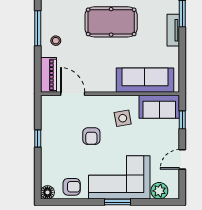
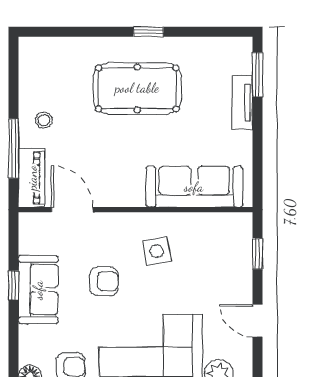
window: (38, 28) -> (14, 148), moved
sofa: (159, 107) -> (38, 290), moved, turned -90
armchair: (91, 136) -> (104, 281), turned -90
door: (182, 159) -> (257, 321), hinge flipped

